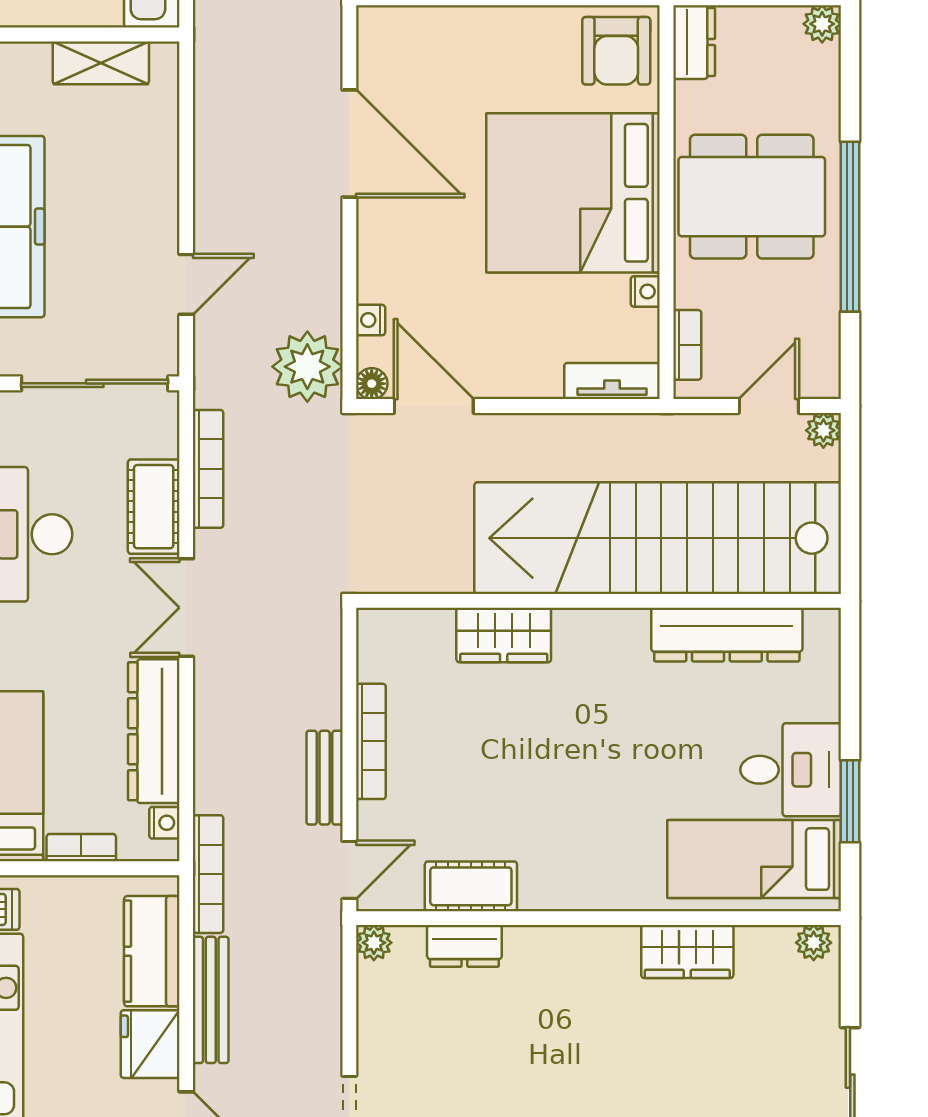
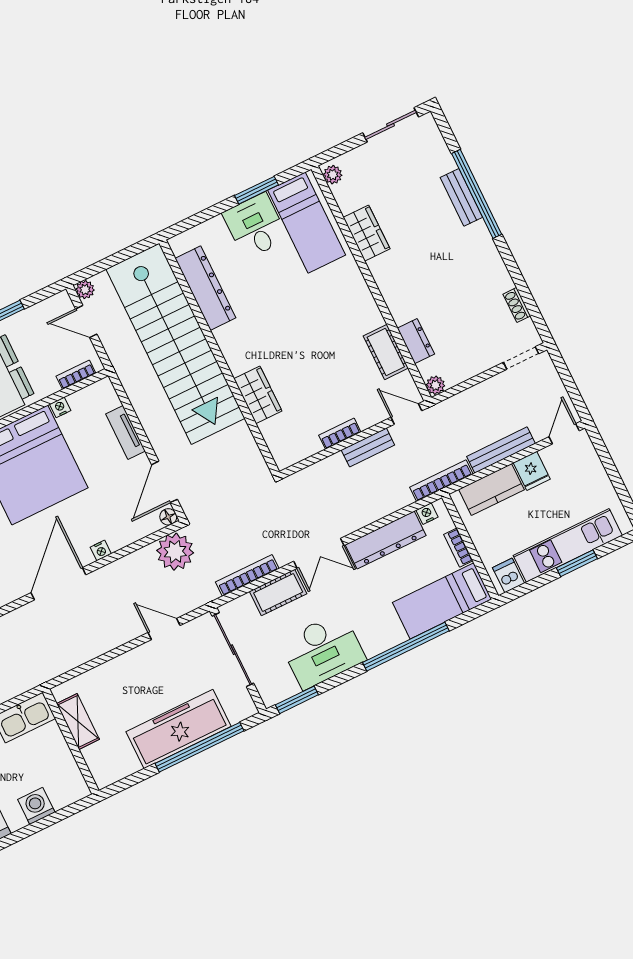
nightstand: (371, 320) -> (101, 550), moved
tv unit: (612, 381) -> (126, 432), moved
bookcase: (371, 741) -> (340, 434), width x0.64
fridge: (150, 1044) -> (532, 471), width x0.72

